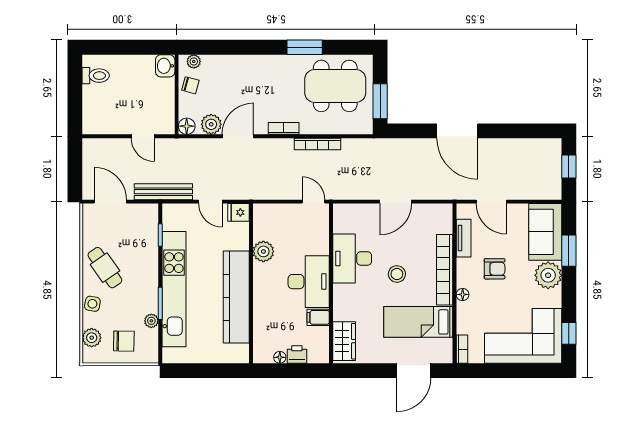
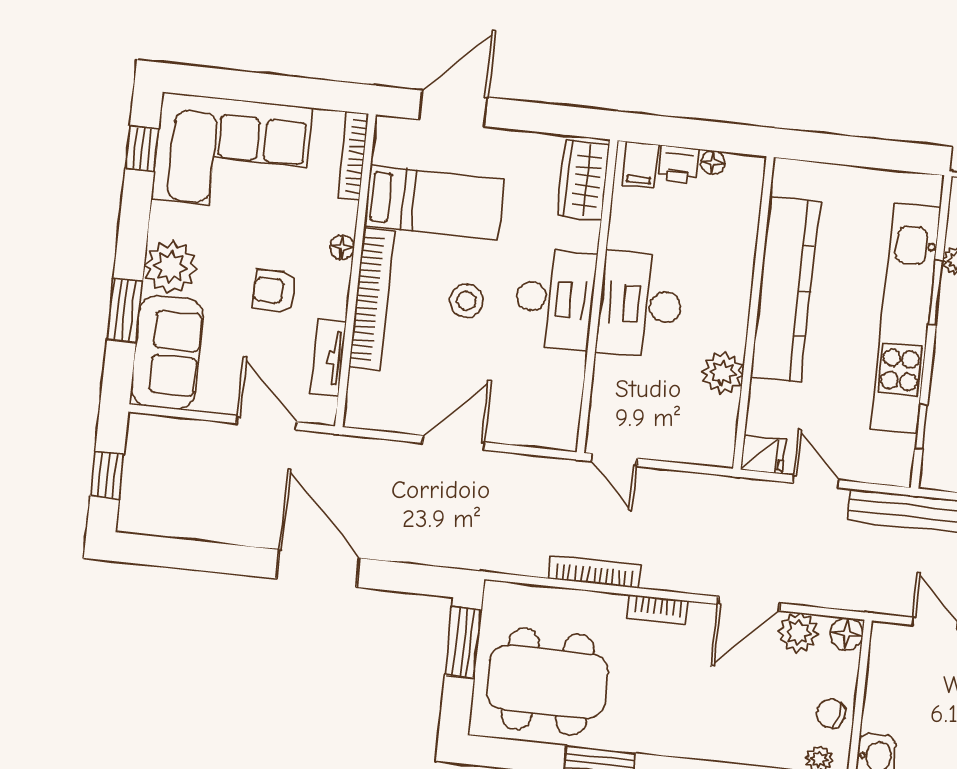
desk: (352, 258) -> (555, 299), moved
filing cabinet: (318, 317) -> (640, 165), moved, turned 90
bookcase: (462, 349) -> (353, 156), width x1.56

